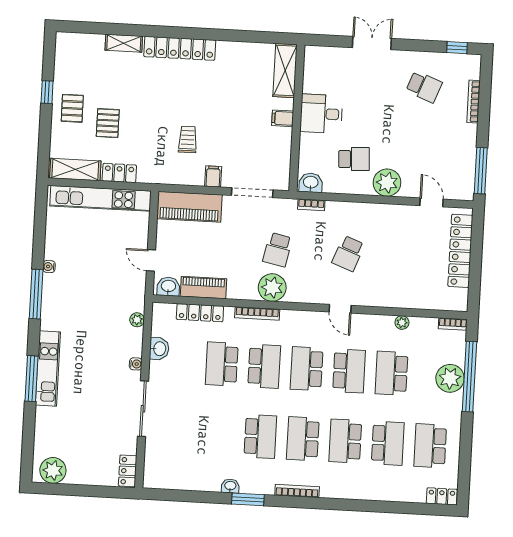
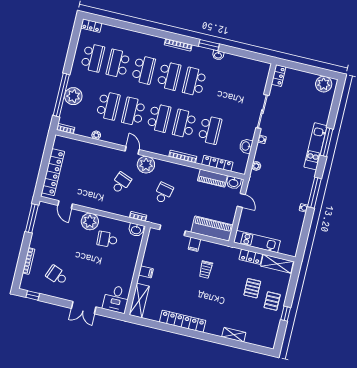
locker: (180, 48) -> (183, 321), moved
desk: (321, 114) -> (116, 299), moved, turned 90
kitchen unit: (100, 198) -> (257, 242), width x0.73
plant: (272, 288) -> (146, 165), moved

